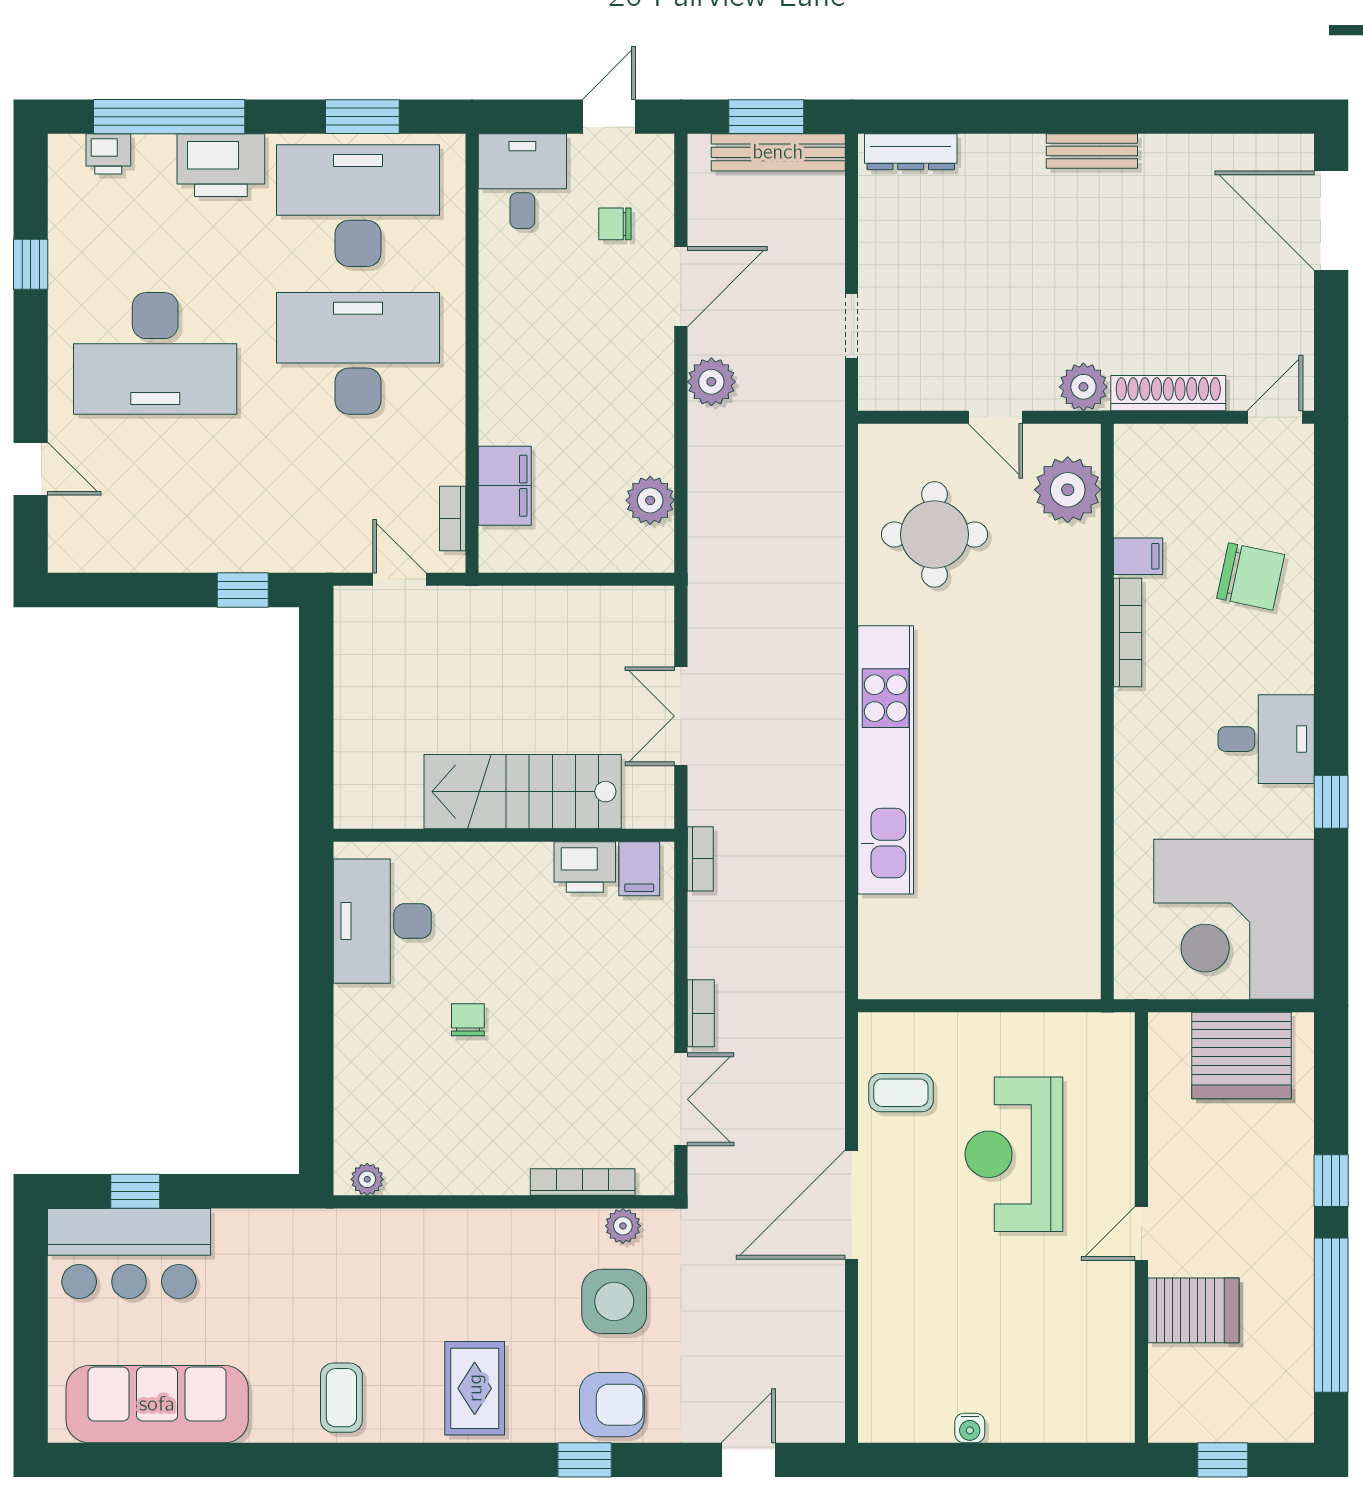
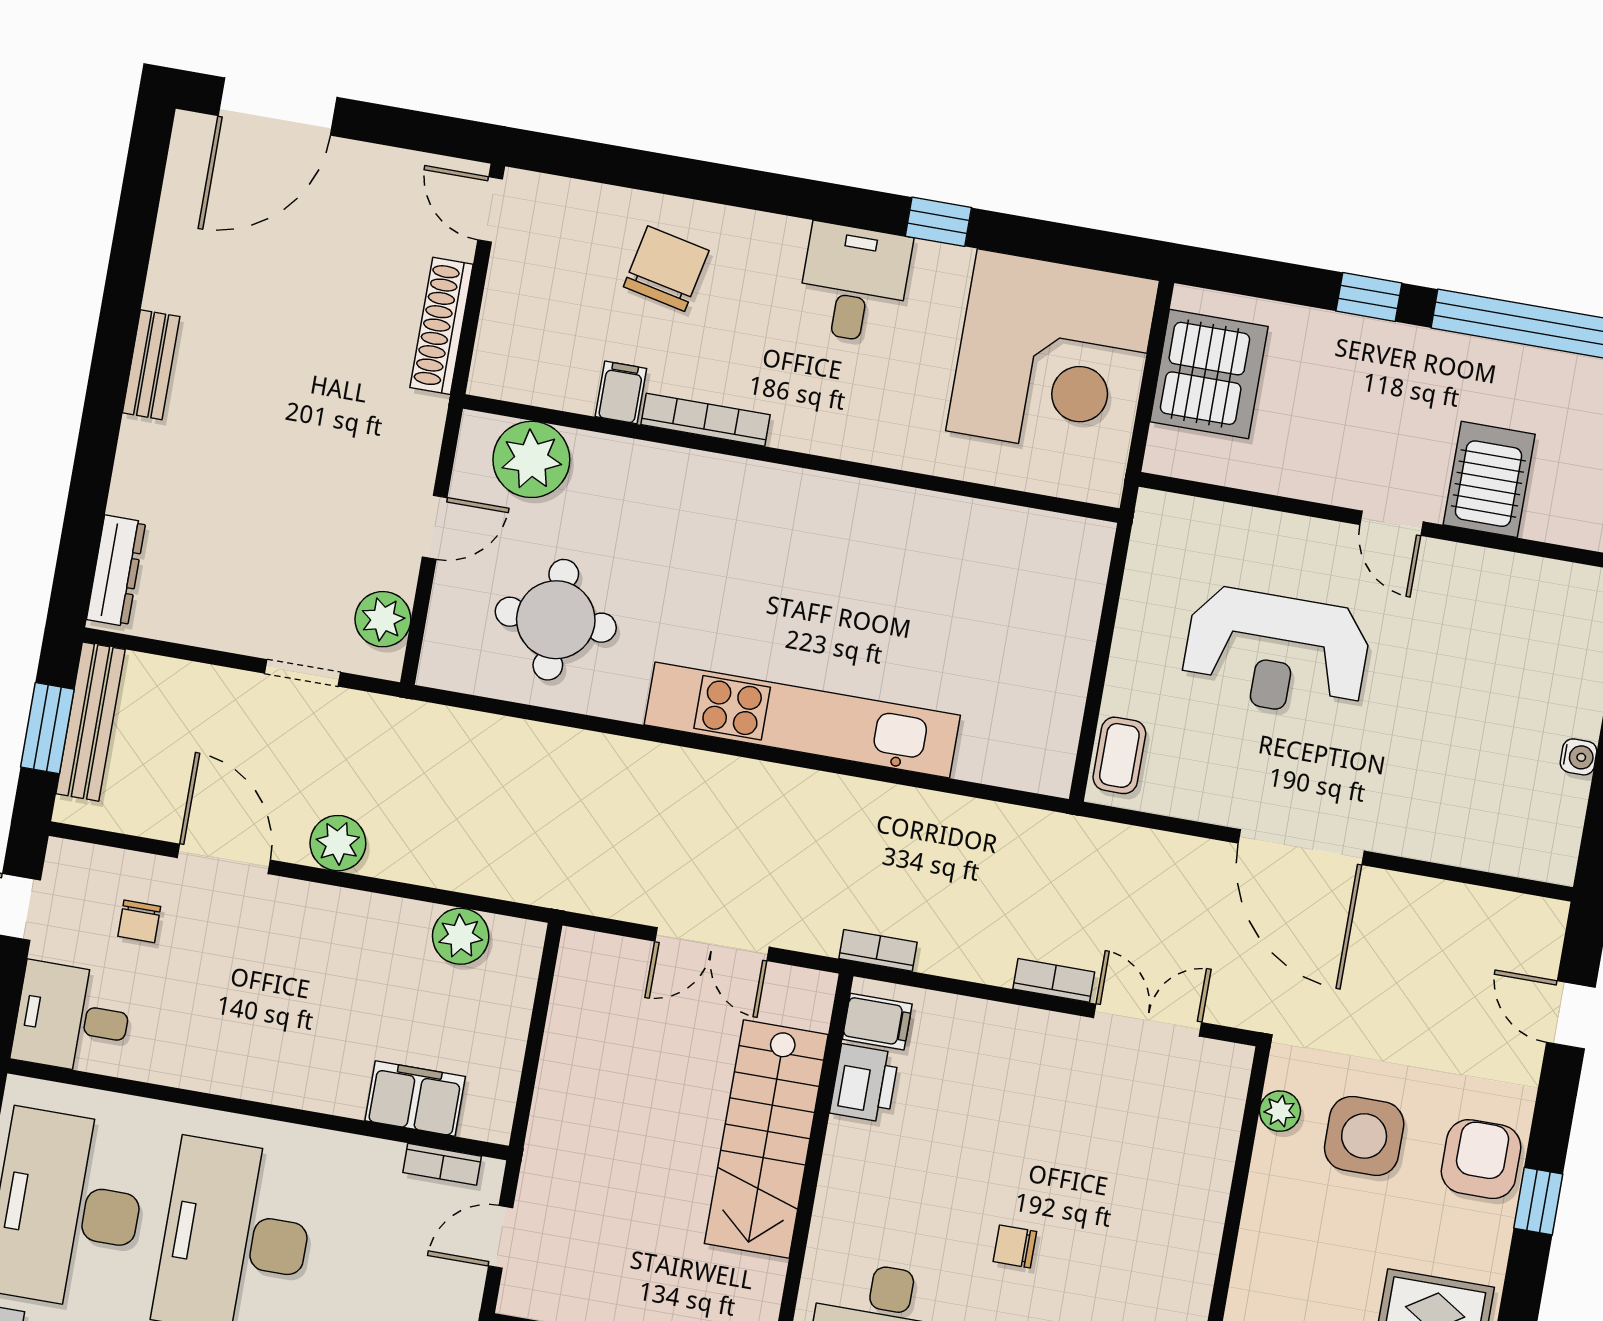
plant: (1083, 387) -> (383, 619), moved
coffee table: (901, 1093) -> (1119, 755), moved
bookcase: (583, 1182) -> (1222, 1148), removed

